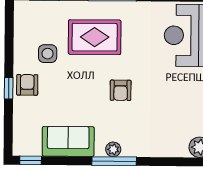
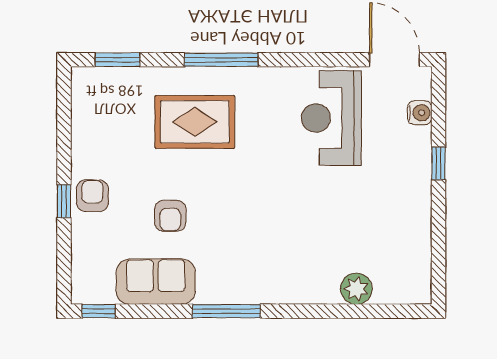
side table: (48, 54) -> (123, 148), removed
armchair: (121, 90) -> (170, 216), moved
plant: (113, 149) -> (225, 293), removed

